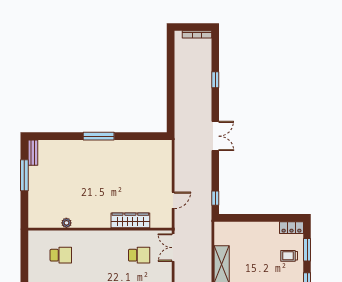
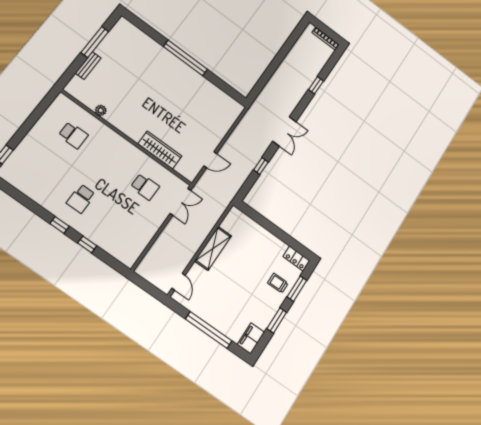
window: (99, 136) -> (185, 58), width x1.46
bench: (33, 153) -> (88, 66), moved
window: (215, 198) -> (261, 166), moved
double door: (173, 248) -> (180, 202), swing flipped

